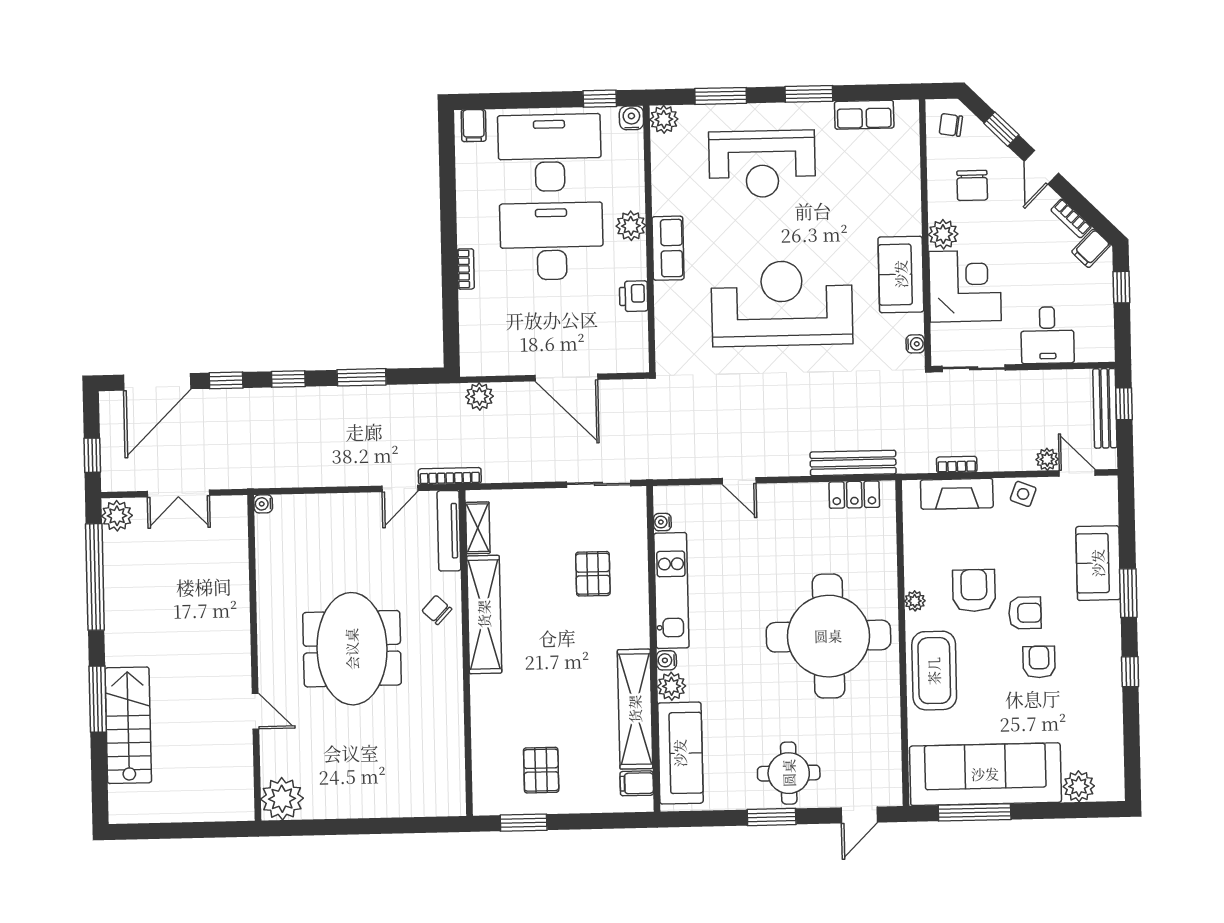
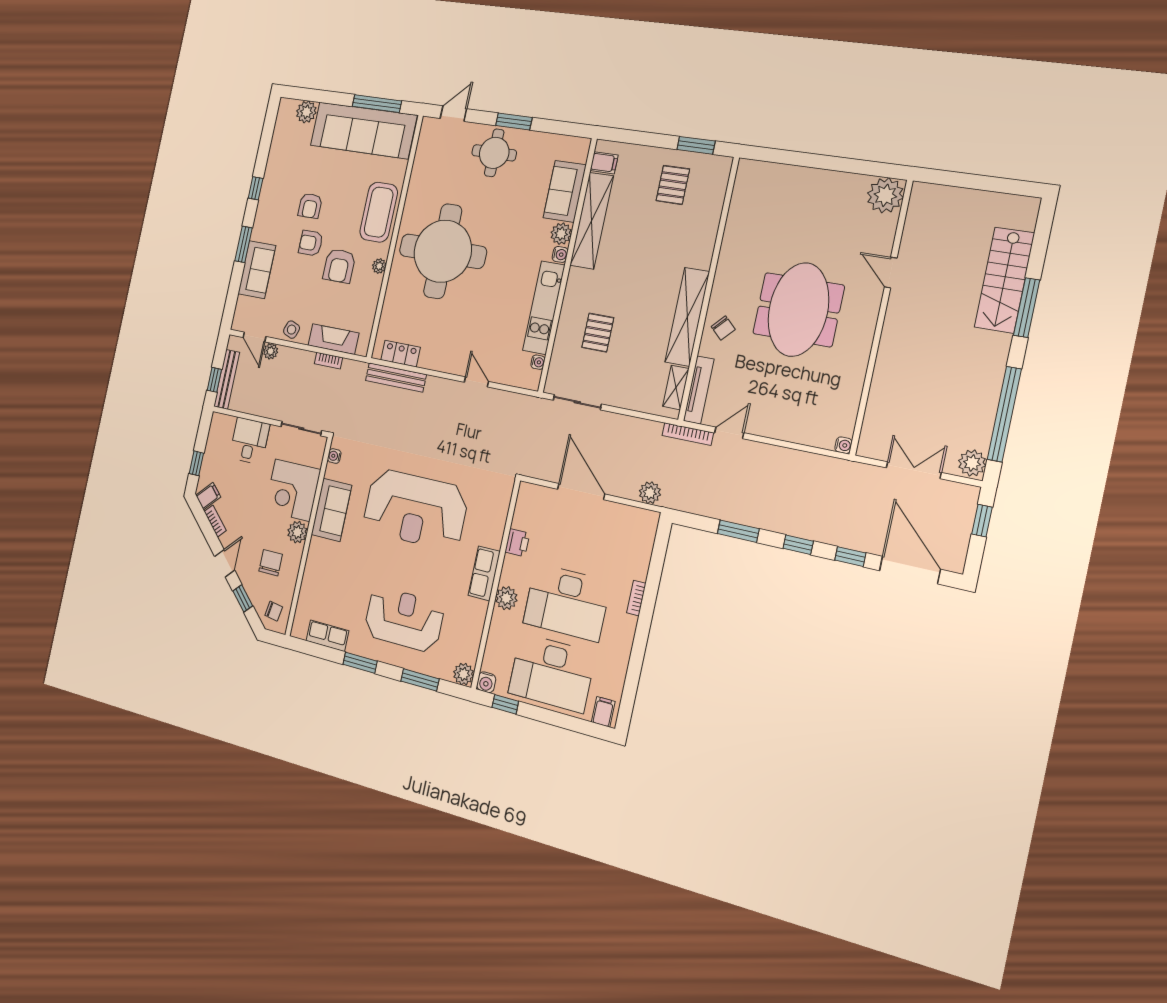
door: (157, 382) -> (910, 570), hinge flipped
sofa: (680, 753) -> (565, 191), width x0.73

